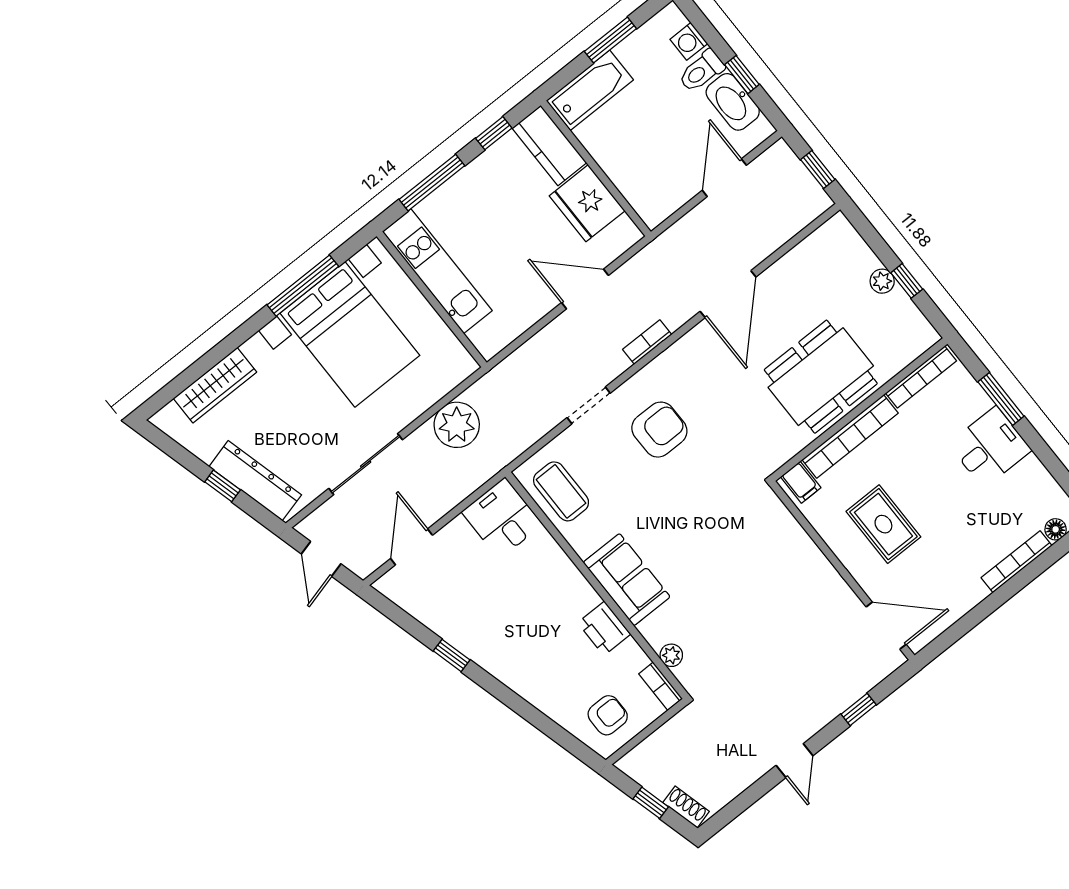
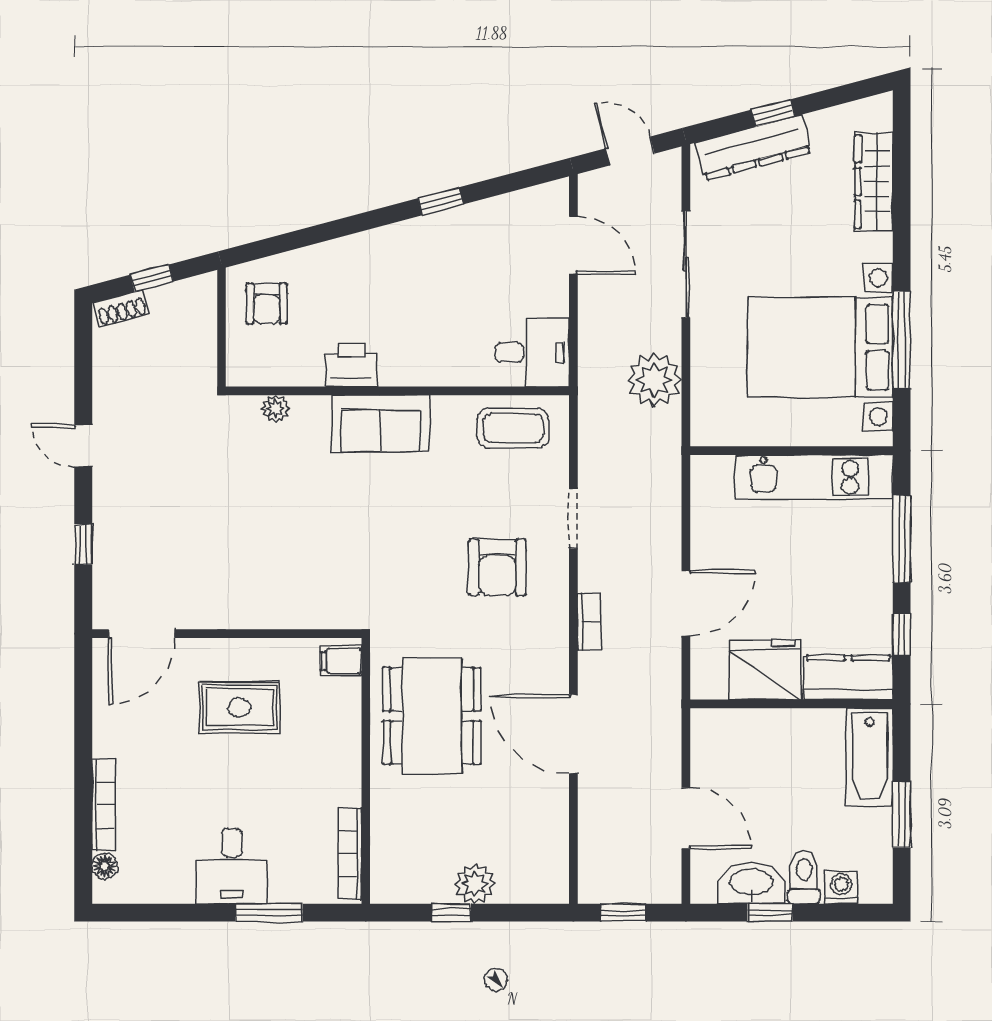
plant: (882, 281) -> (475, 884), width x1.38, depth x1.38
dining table: (821, 377) -> (432, 716), moved
bookcase: (850, 436) -> (347, 742), removed
bookcase: (661, 686) -> (254, 375), removed

